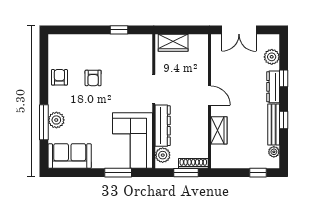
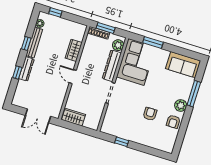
double door: (239, 30) -> (38, 116), swing flipped
wardrobe: (173, 43) -> (73, 117), moved
plant: (272, 57) -> (21, 90), removed
plant: (56, 120) -> (181, 105), moved

